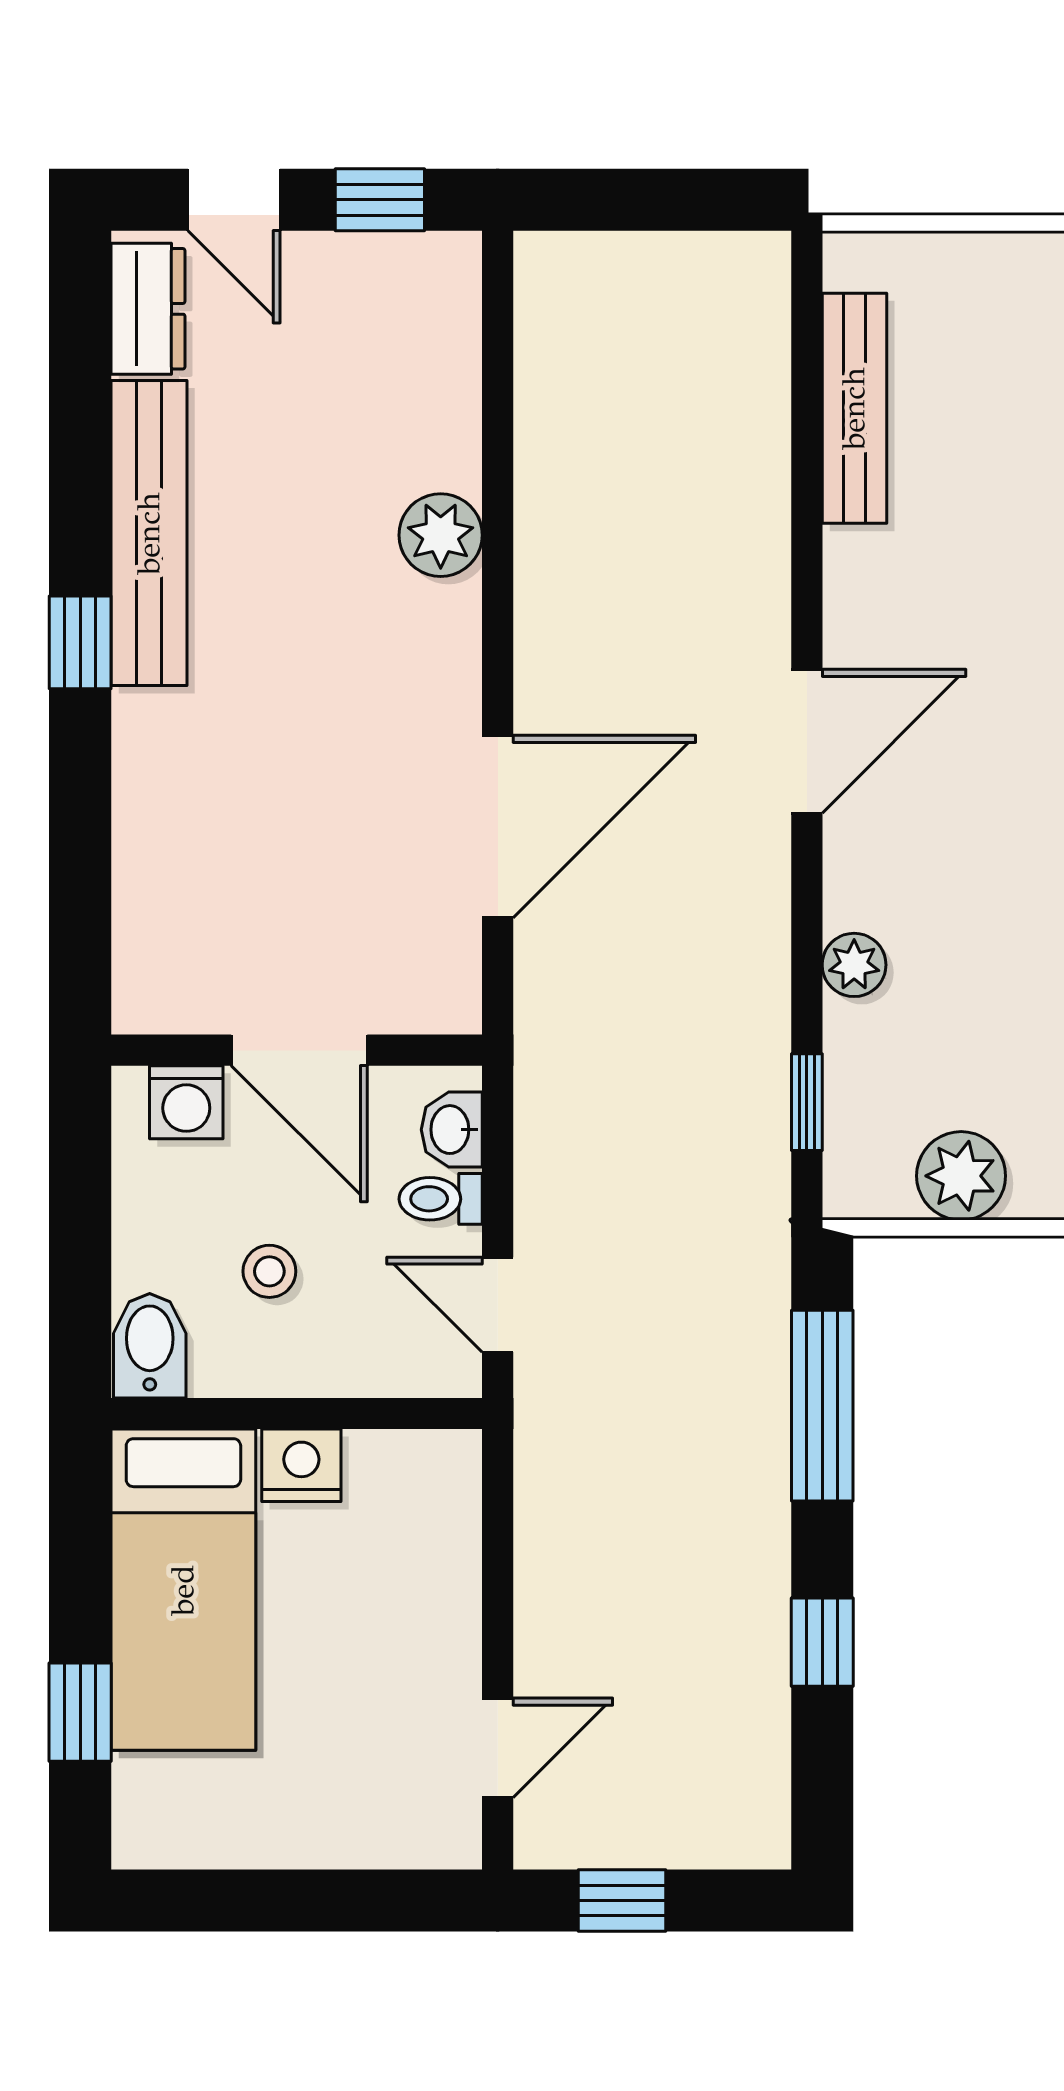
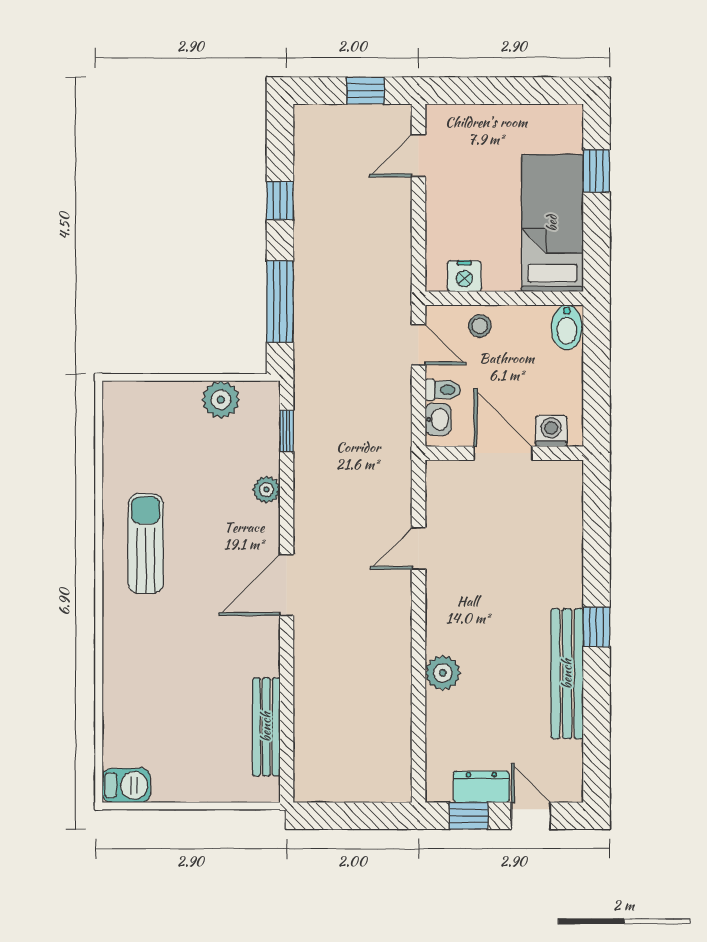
dresser: (148, 309) -> (481, 787), moved, turned 90
door: (498, 827) -> (418, 549), width x0.53
stool: (269, 1271) -> (480, 326), moved
nightstand: (301, 1465) -> (464, 276), moved

